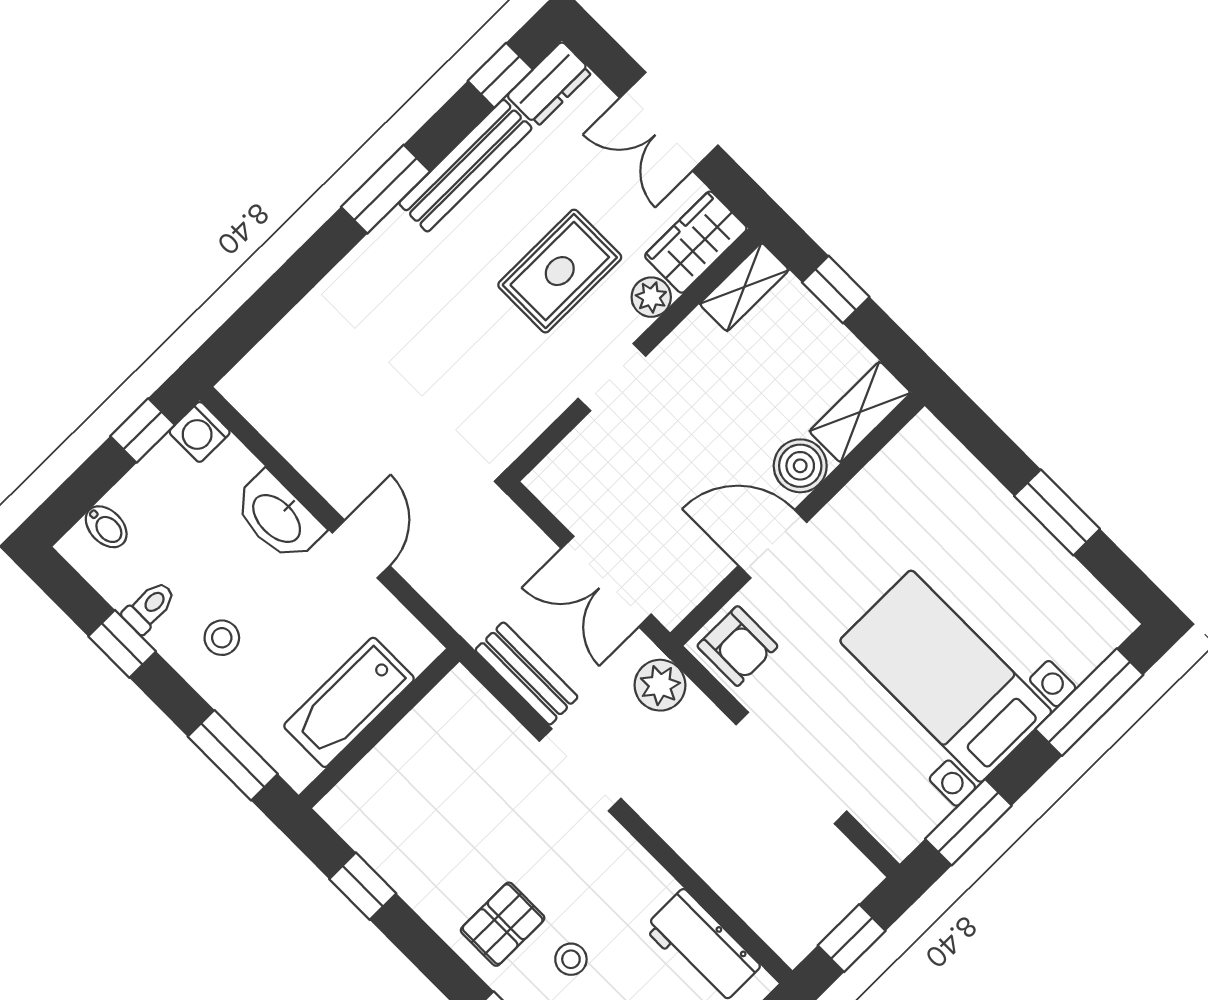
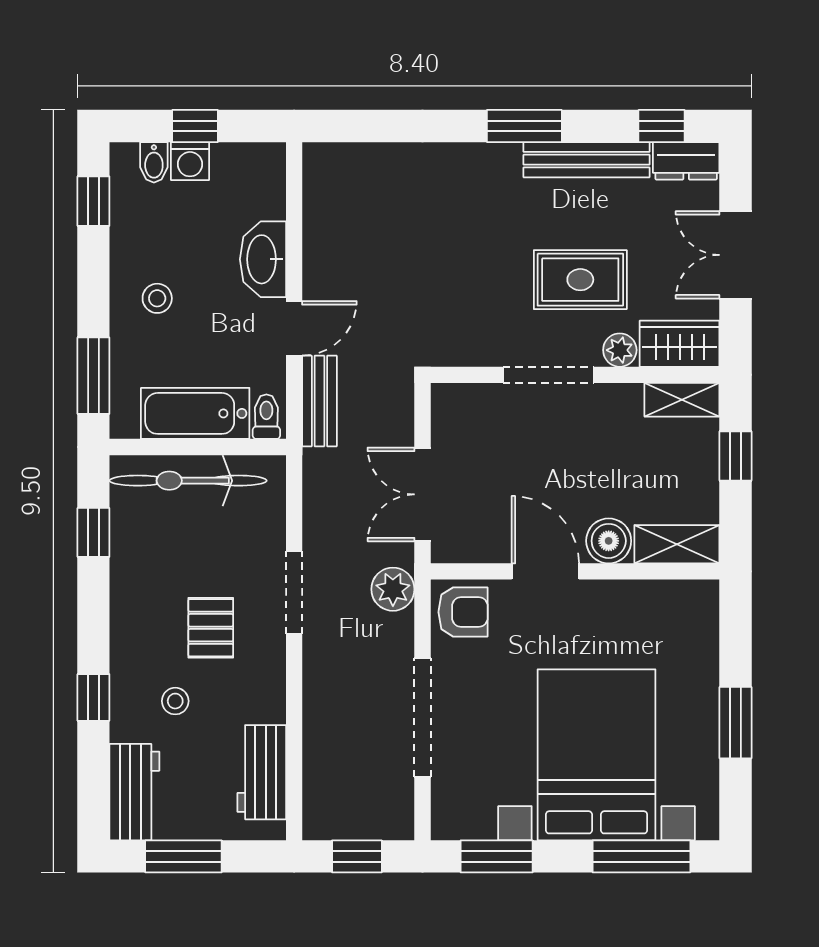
doorway: (612, 377) -> (548, 375), width x1.38
window: (142, 431) -> (195, 126), moved
washing machine: (200, 432) -> (190, 161), moved, turned -90
toilet: (149, 607) -> (266, 417), moved, turned -90
window: (122, 644) -> (93, 201), moved
armchair: (737, 646) -> (463, 612), turned -90
bench: (527, 673) -> (319, 401), moved
bed with nightstands: (946, 676) -> (597, 755), width x1.36
bicycle: (399, 764) -> (188, 481), added
pallet: (503, 924) -> (211, 628), moved, turned 90

